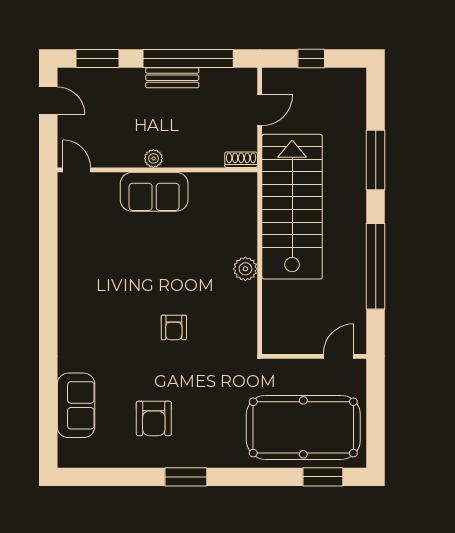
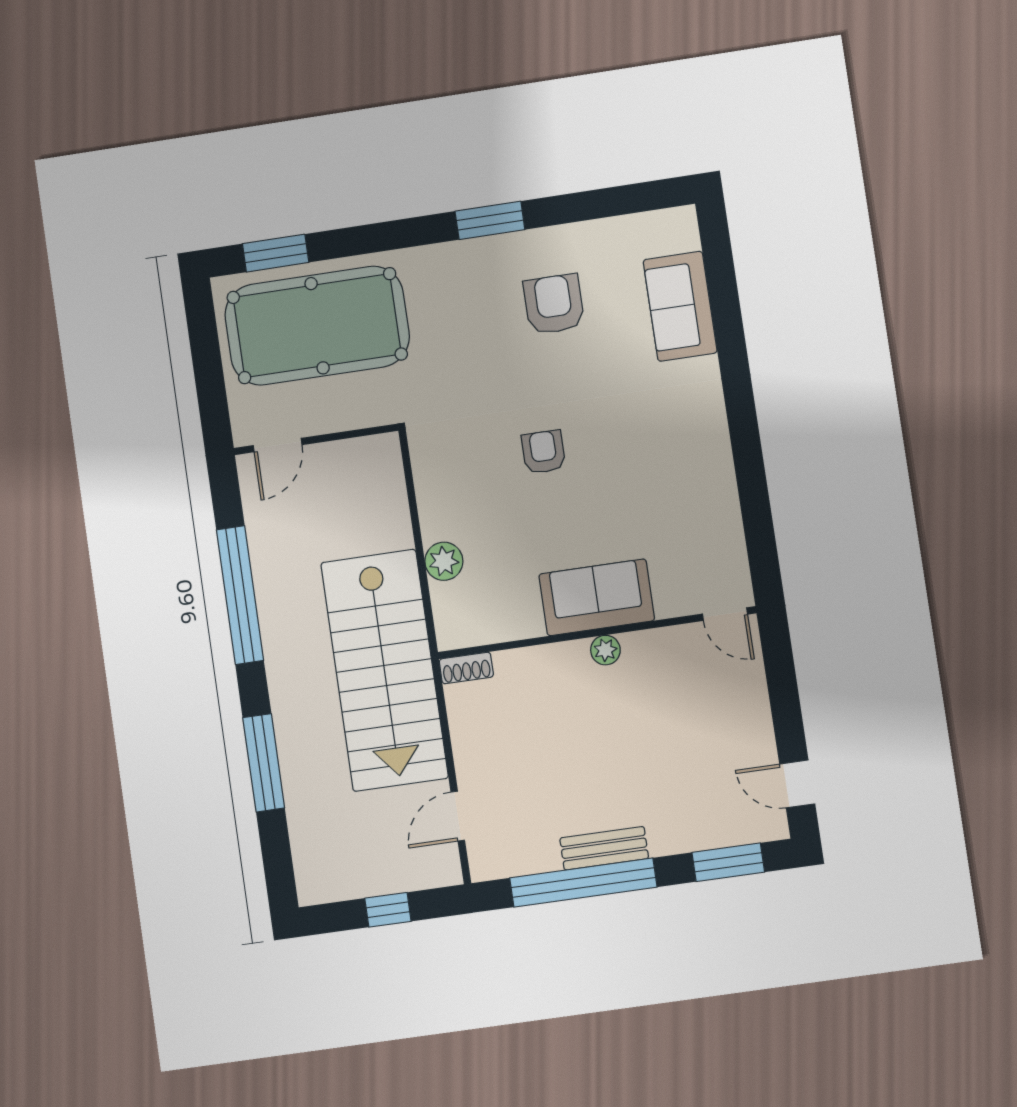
plant: (153, 158) -> (605, 650), moved
shoe rack: (241, 160) -> (466, 668), moved
door: (77, 170) -> (725, 614), moved
wall: (157, 170) -> (597, 633), moved
sofa: (154, 192) -> (597, 597), moved

